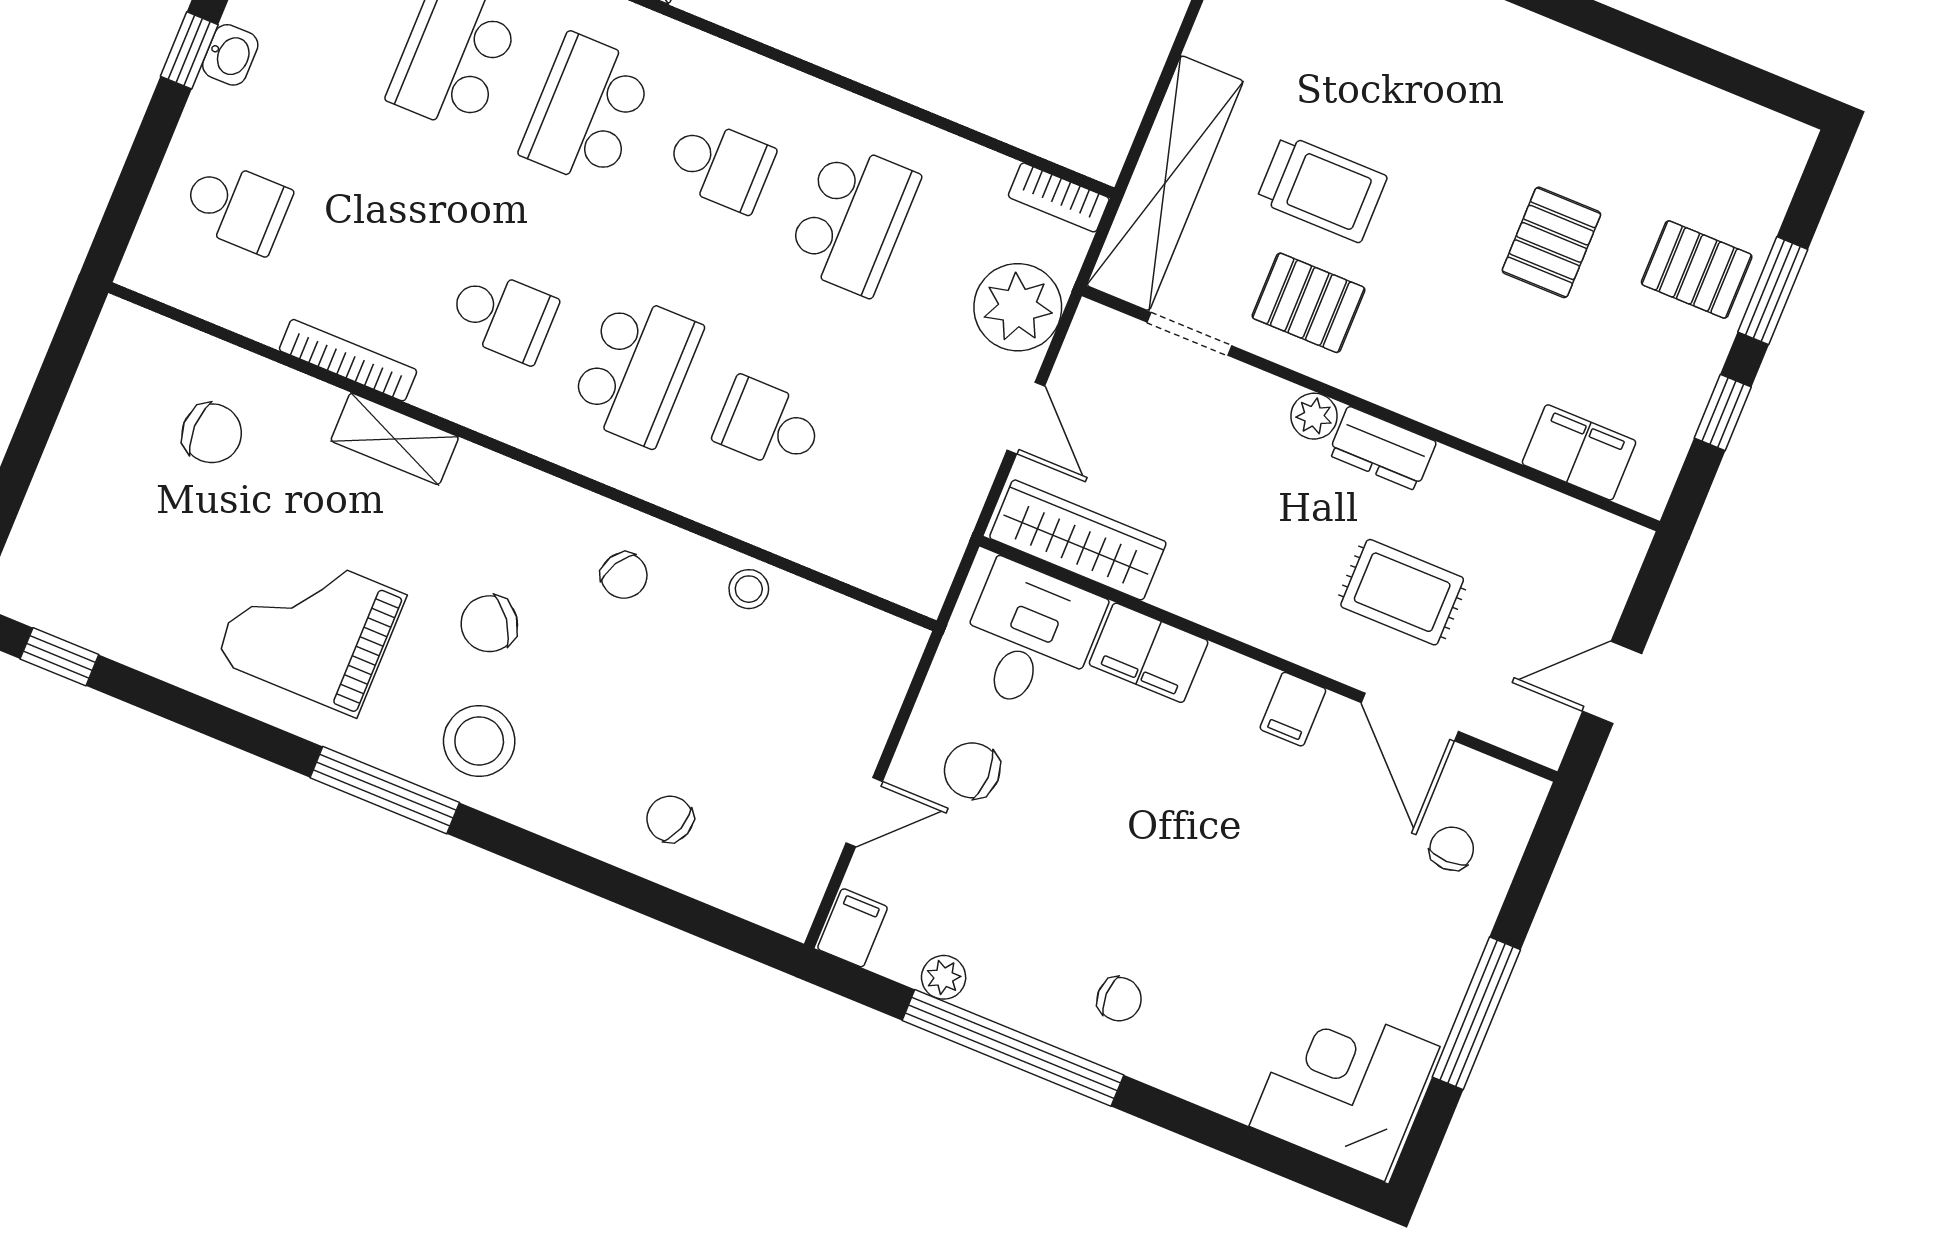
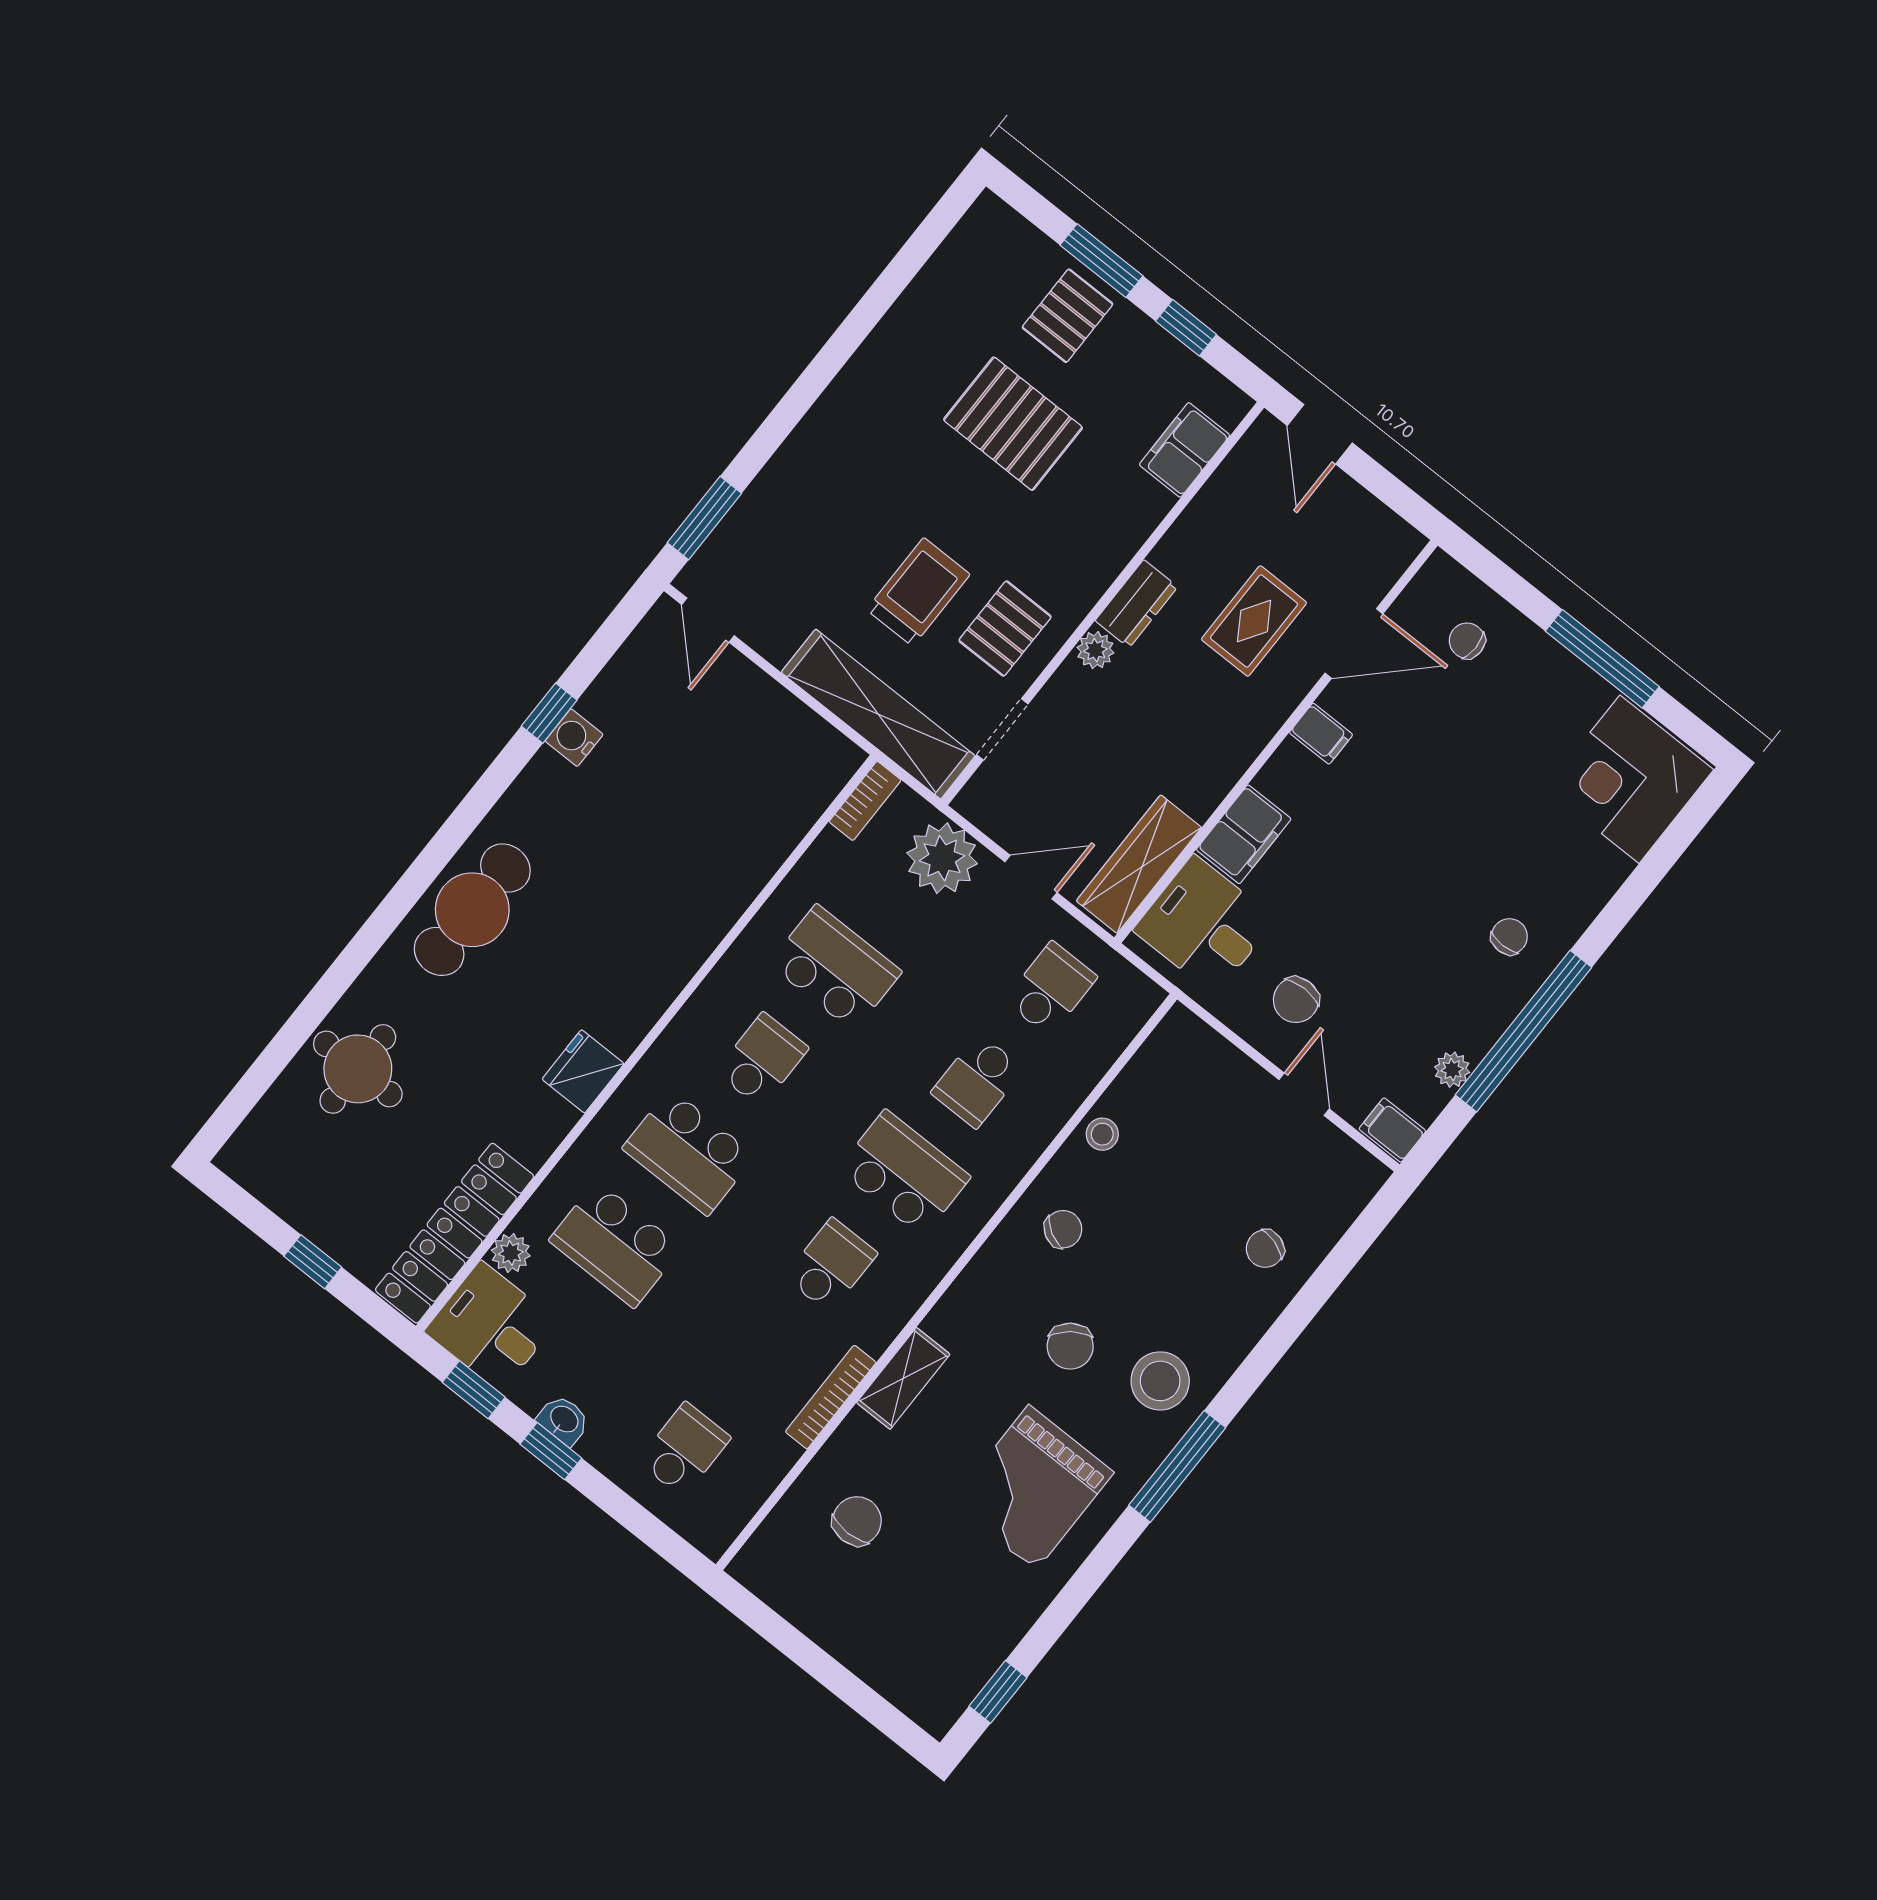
pallet: (1551, 242) -> (1013, 424), width x1.50, depth x1.42
school desk: (902, 479) -> (1051, 989), added
door: (1612, 683) -> (1320, 434), moved

